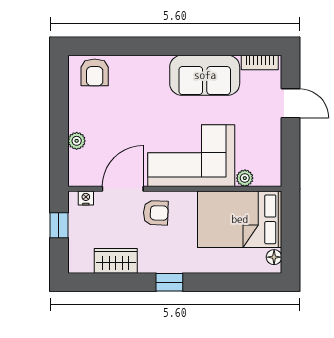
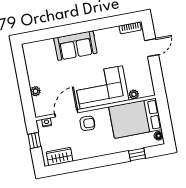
armchair: (95, 72) -> (38, 51), removed
sofa: (205, 75) -> (75, 46), moved
door: (291, 103) -> (152, 48), hinge flipped
wardrobe: (116, 261) -> (60, 157), moved
window: (169, 282) -> (137, 154), moved

